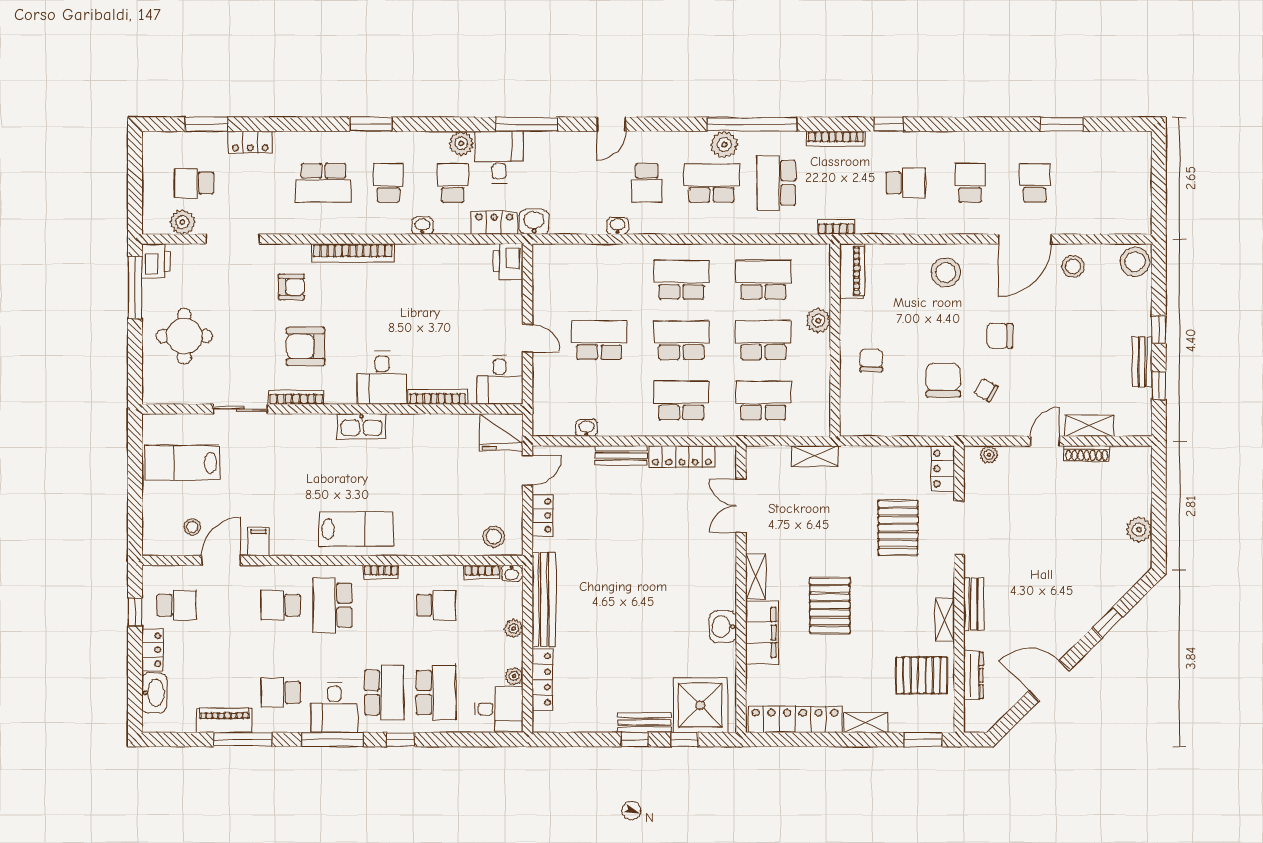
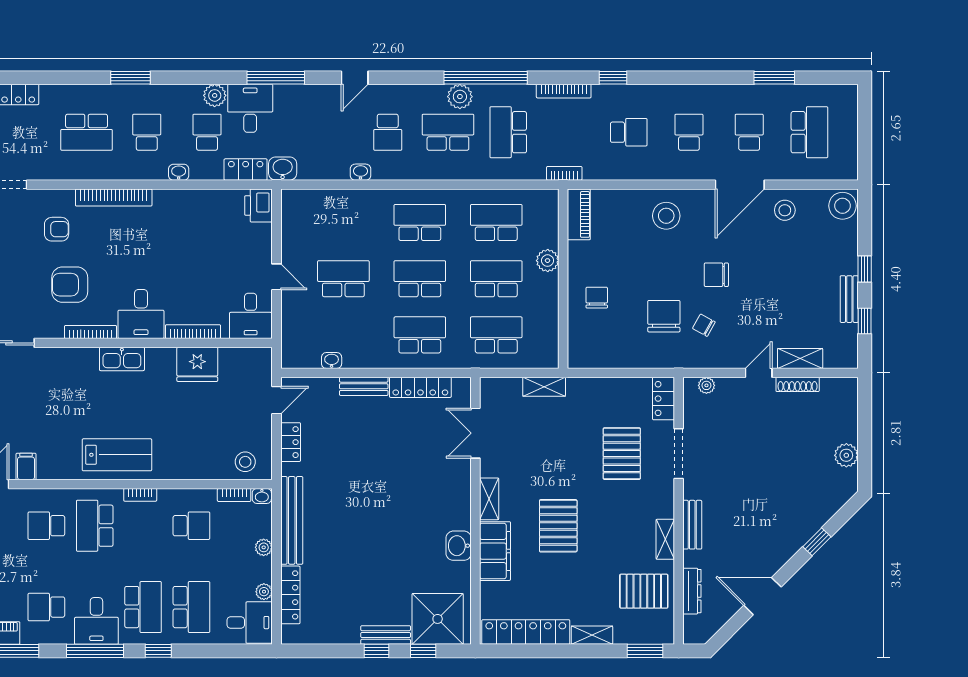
school desk: (1099, 183) -> (809, 132), added
bookcase: (296, 397) -> (91, 332), moved
fridge: (501, 432) -> (197, 364), moved

